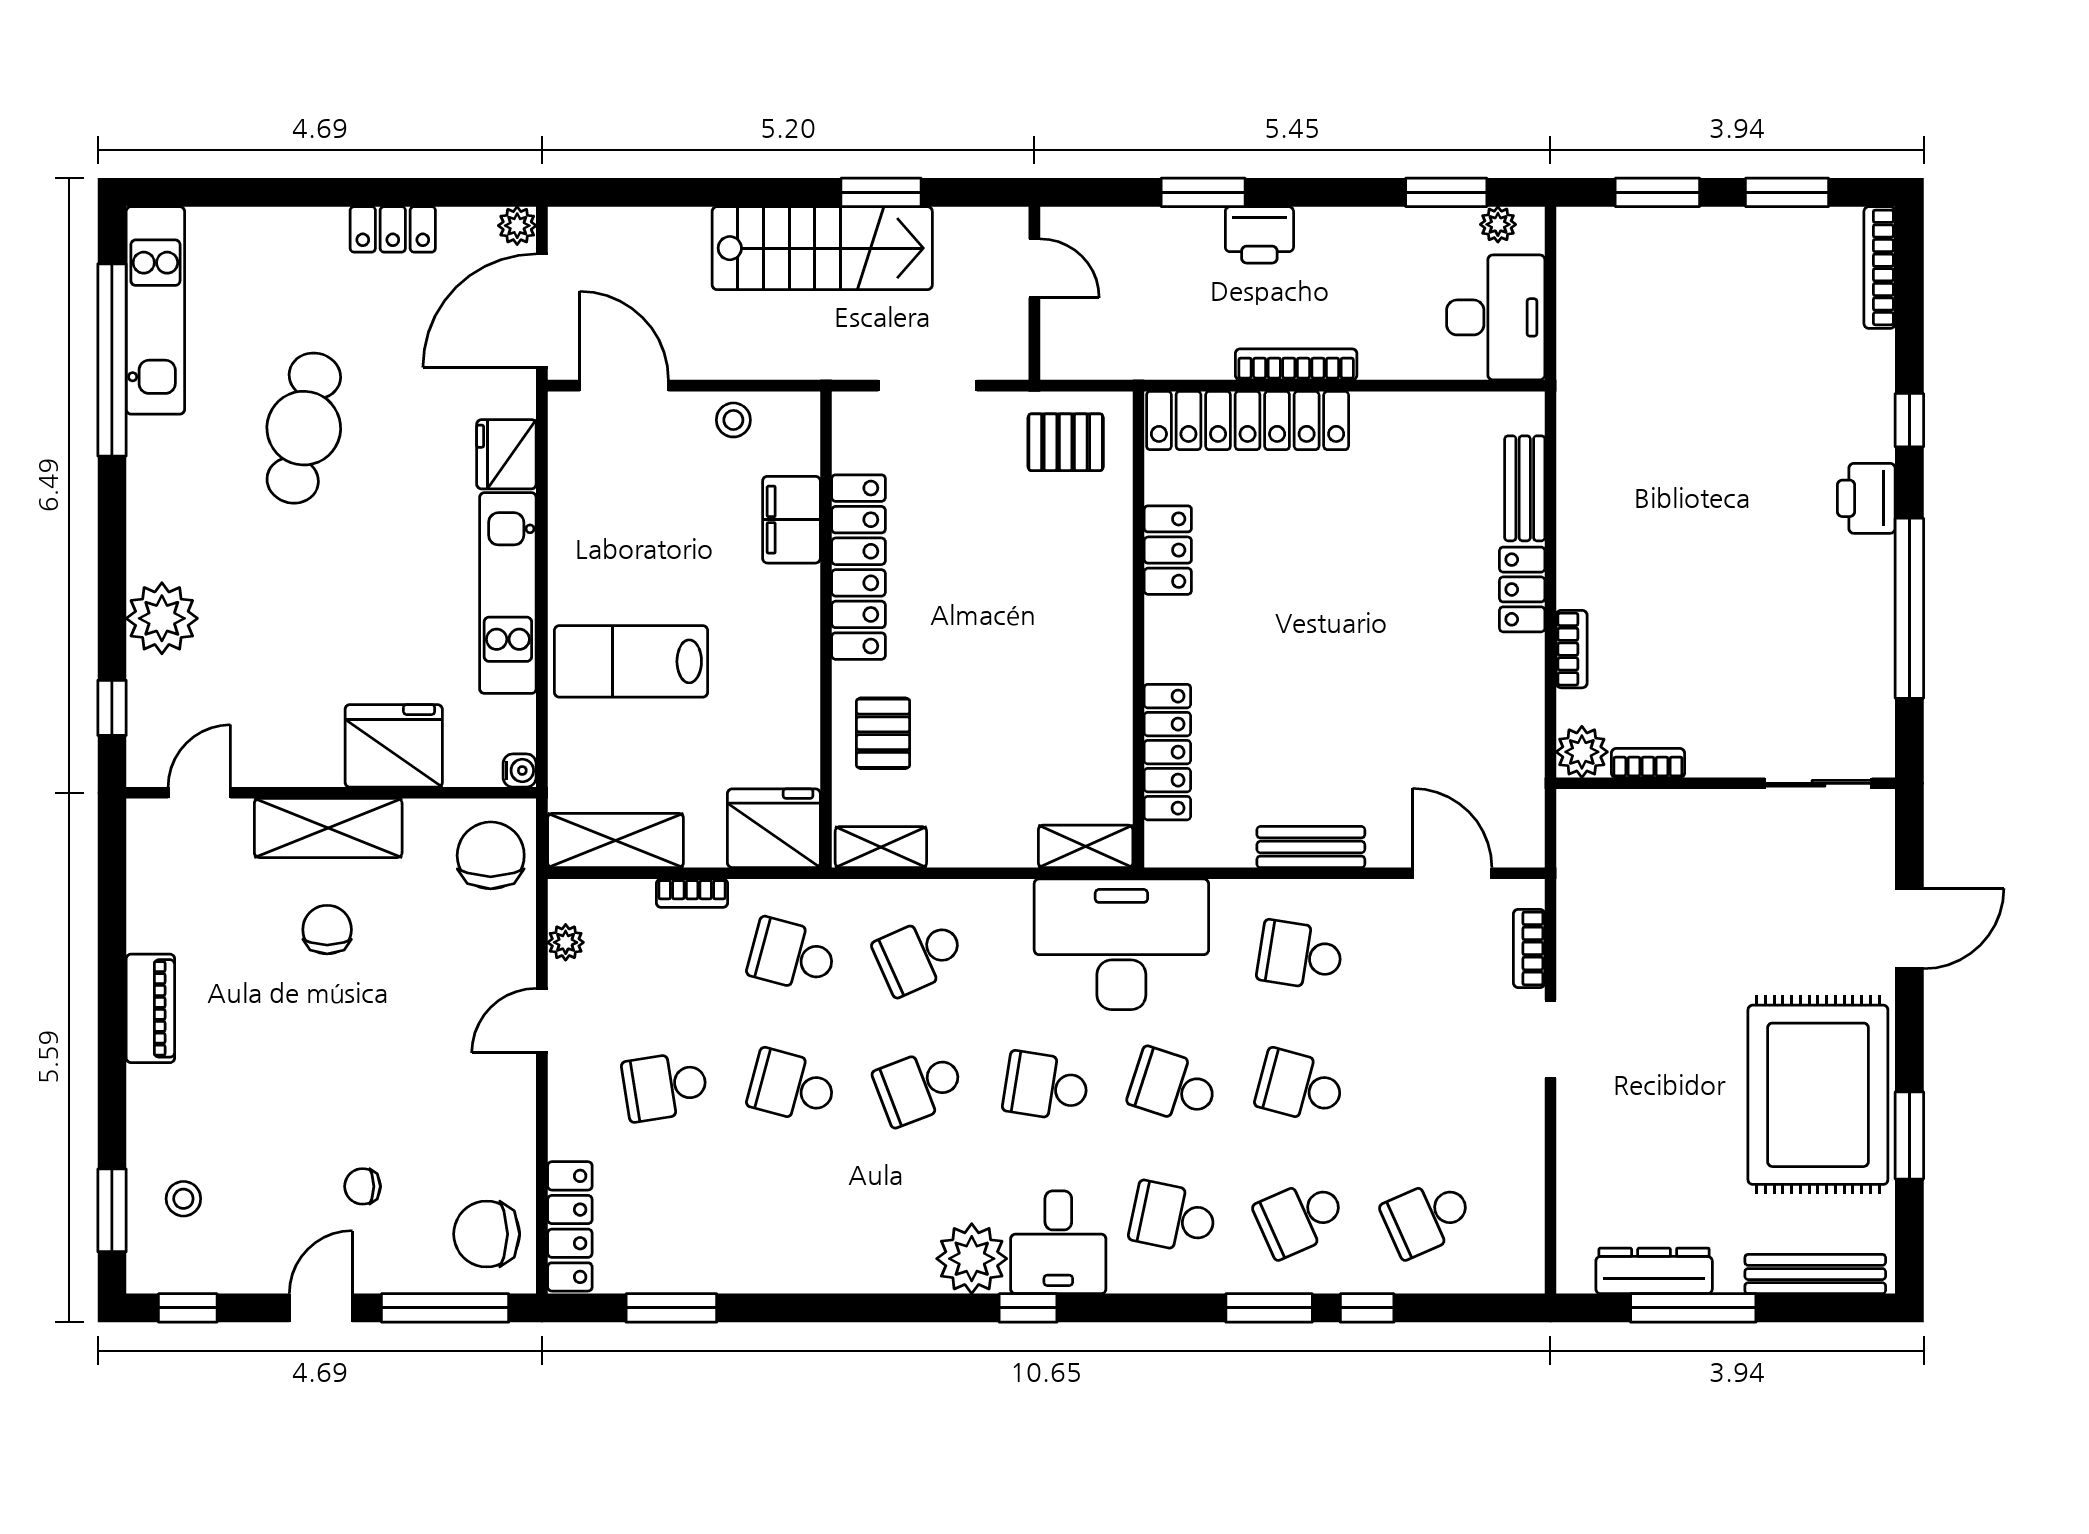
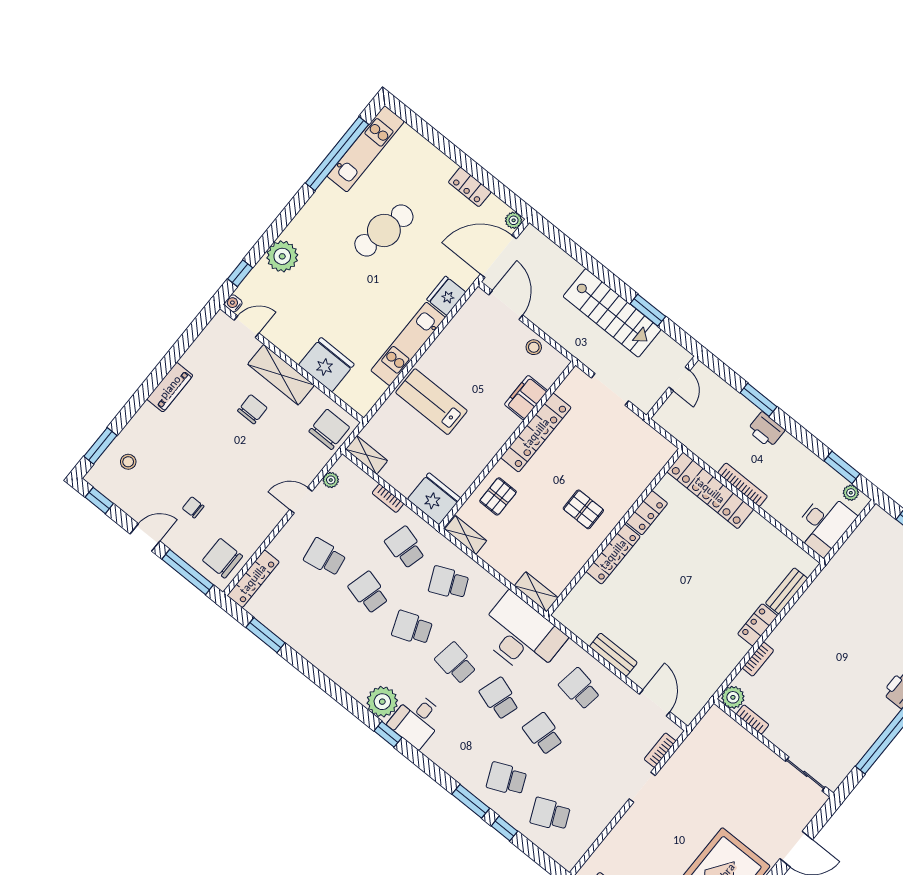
pallet: (1066, 442) -> (583, 509), moved
locker: (1167, 752) -> (613, 554), moved
water cooler: (520, 771) -> (233, 303), moved, turned 180
shelving: (615, 840) -> (367, 455), width x0.67, depth x0.75
school desk: (1173, 1218) -> (463, 744), removed

